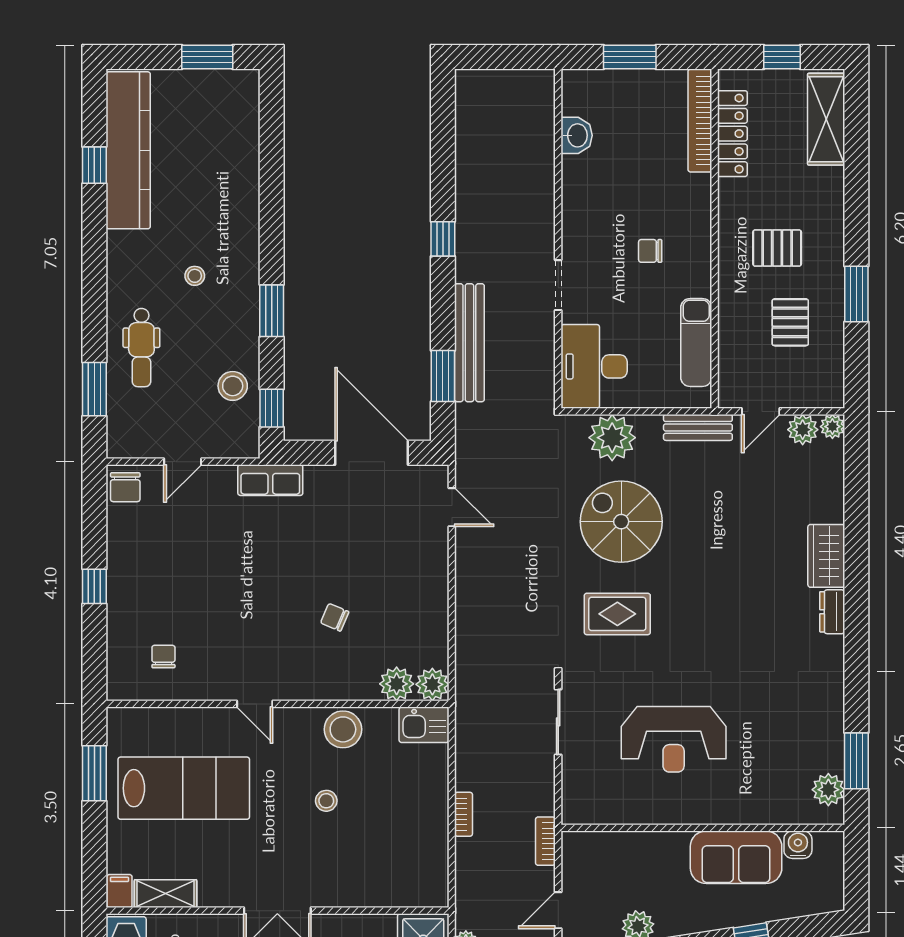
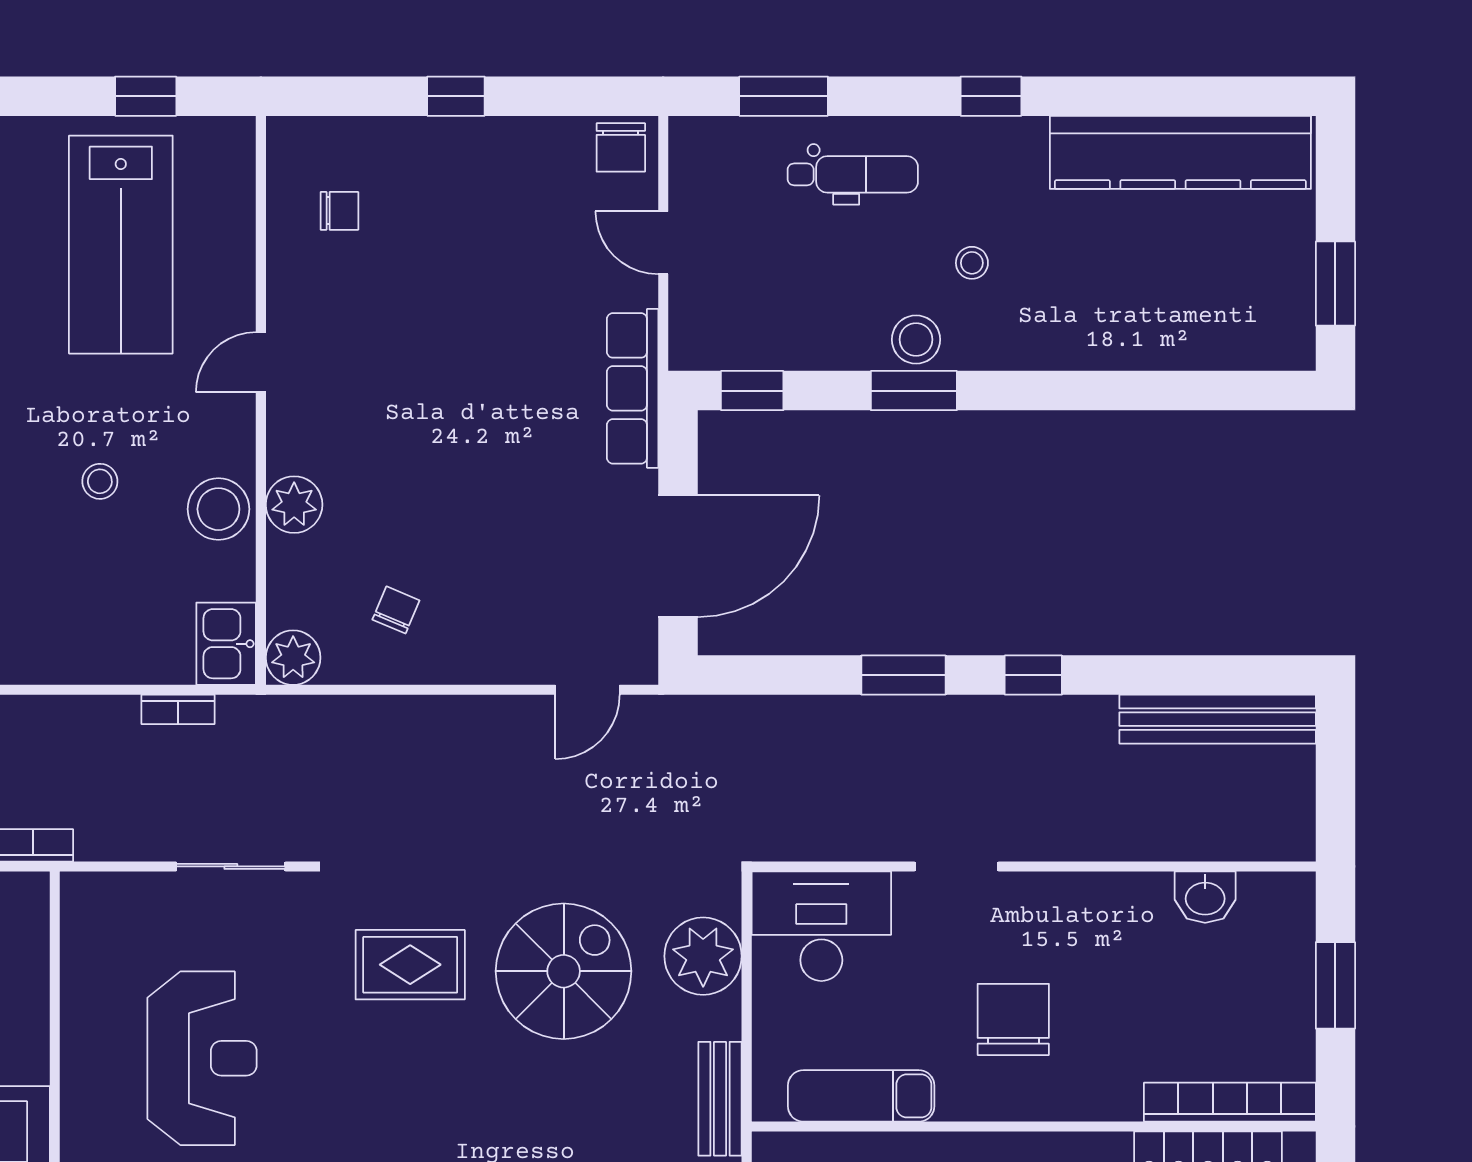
window: (94, 165) -> (991, 96), moved
chair: (650, 251) -> (1013, 1019), width x1.87, depth x1.87
bench: (469, 343) -> (1218, 719), moved
dental chair: (141, 348) -> (853, 174), turned 180
window: (443, 376) -> (903, 675), moved
stool: (233, 386) -> (916, 340), moved
row of seats: (270, 480) -> (633, 388), width x1.48
chair: (125, 487) -> (621, 147), turned -90
rug: (617, 614) -> (410, 965), turned 90
chair: (335, 617) -> (396, 610), moved
plant: (397, 684) -> (294, 505), moved
reception desk: (674, 739) -> (202, 1058), turned 180
window: (94, 773) -> (146, 96), width x0.67
bookcase: (464, 814) -> (178, 709), moved

